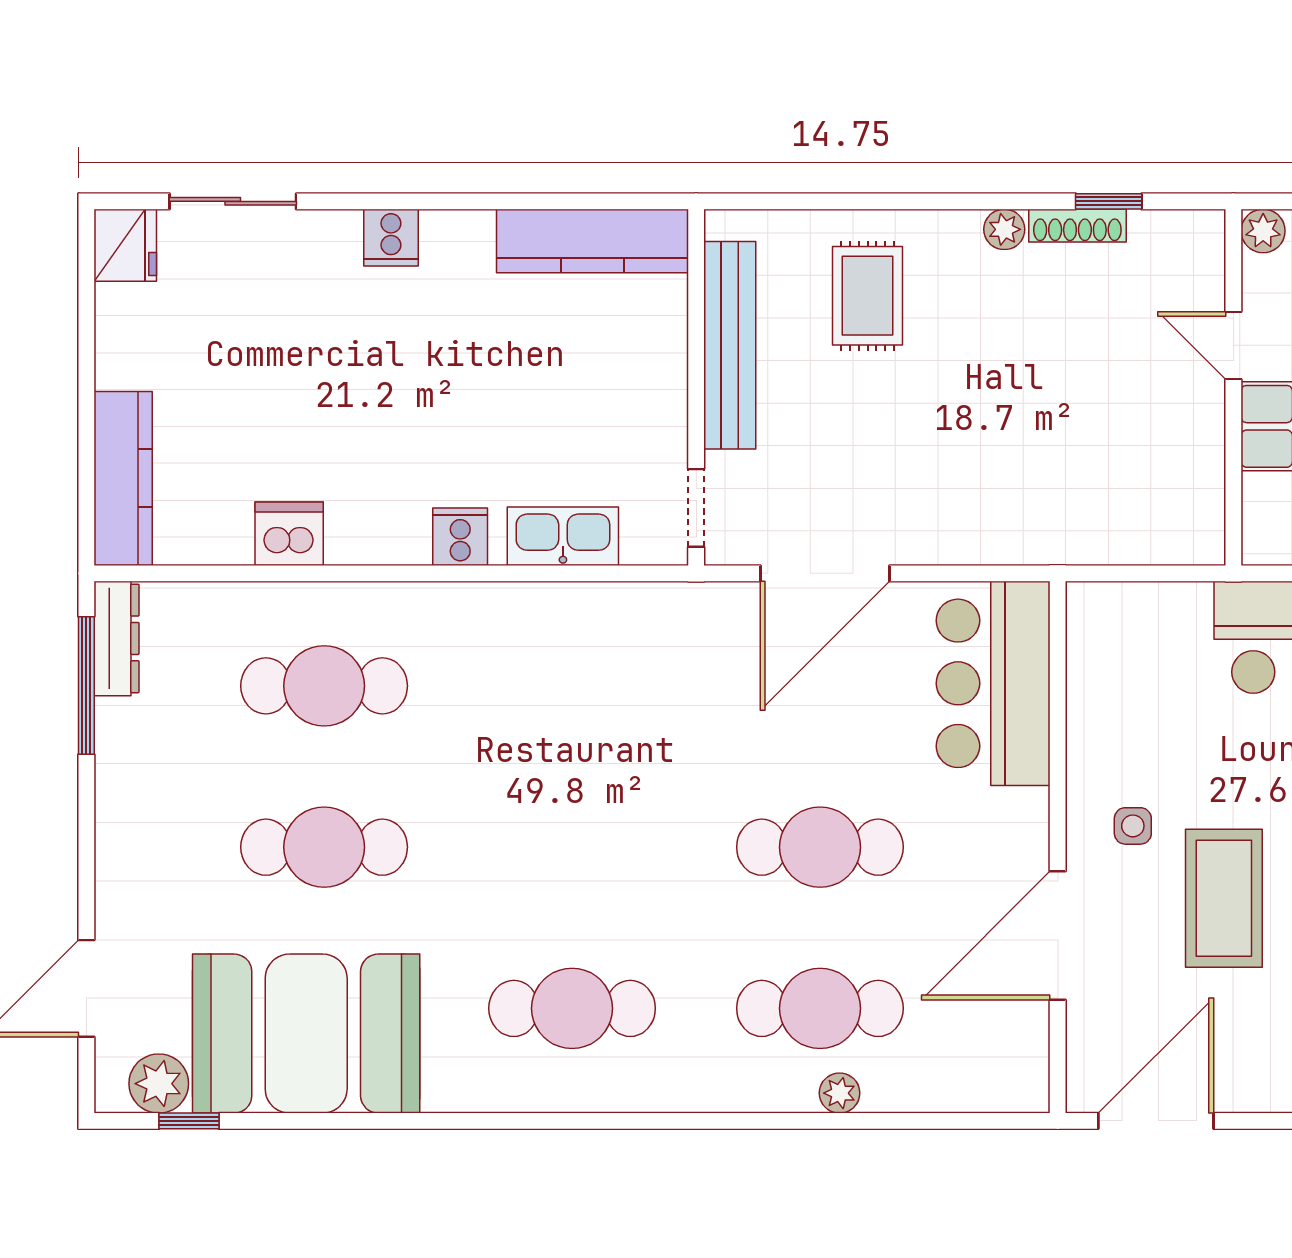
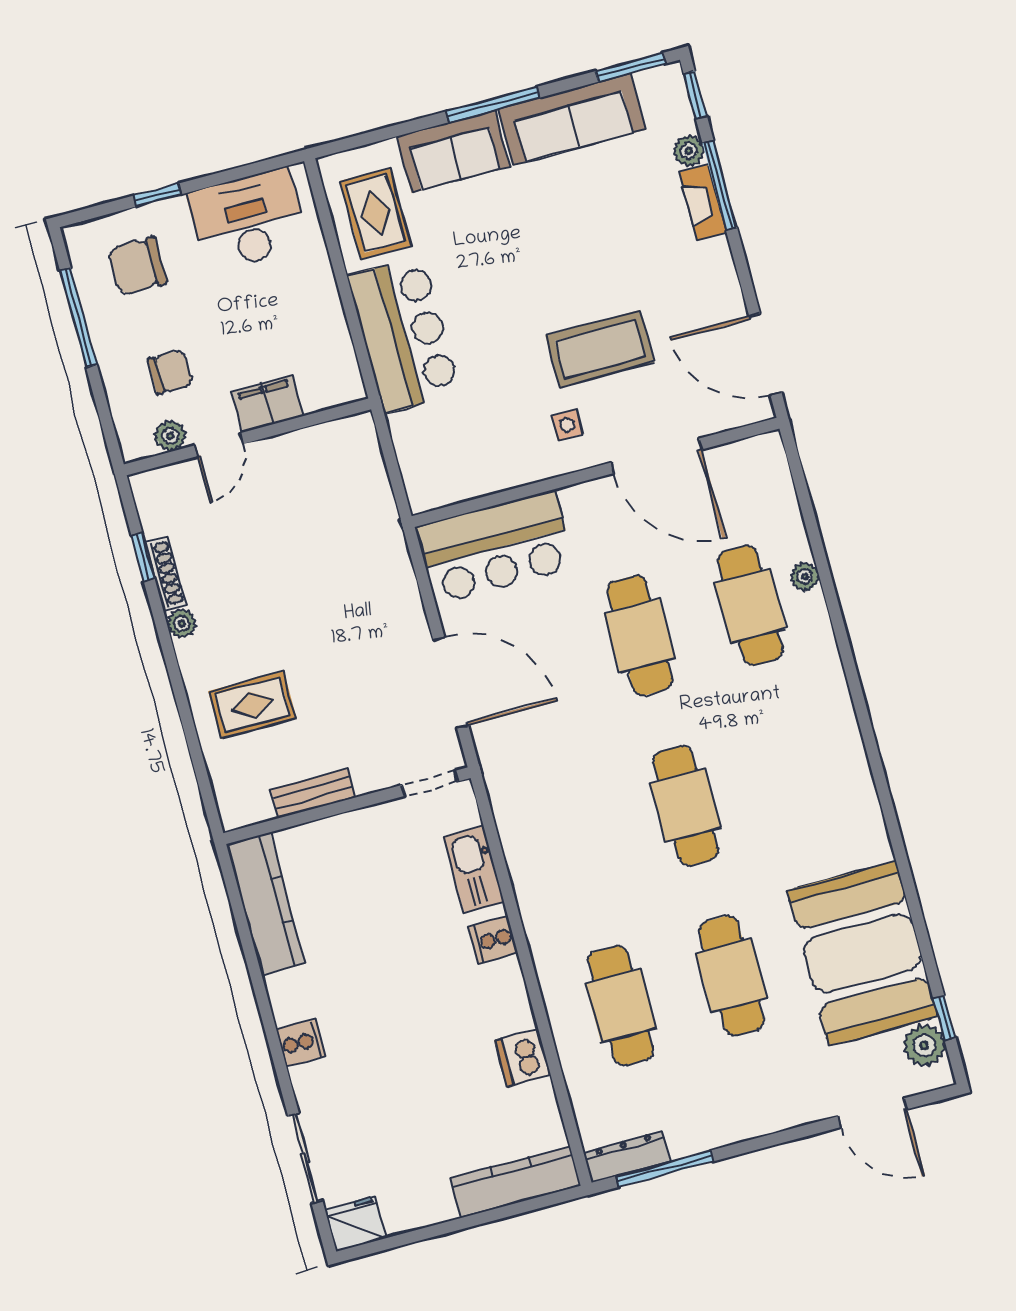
plant: (1263, 231) -> (170, 436), moved
bench: (730, 345) -> (313, 793), width x0.54, depth x0.82
cafe table: (572, 1008) -> (685, 806), moved

